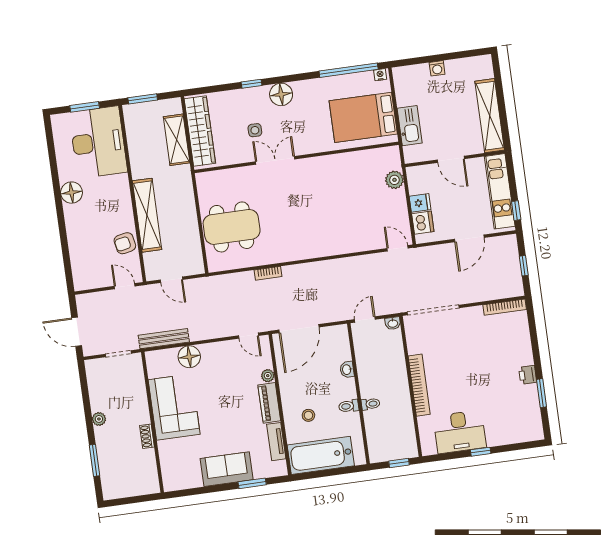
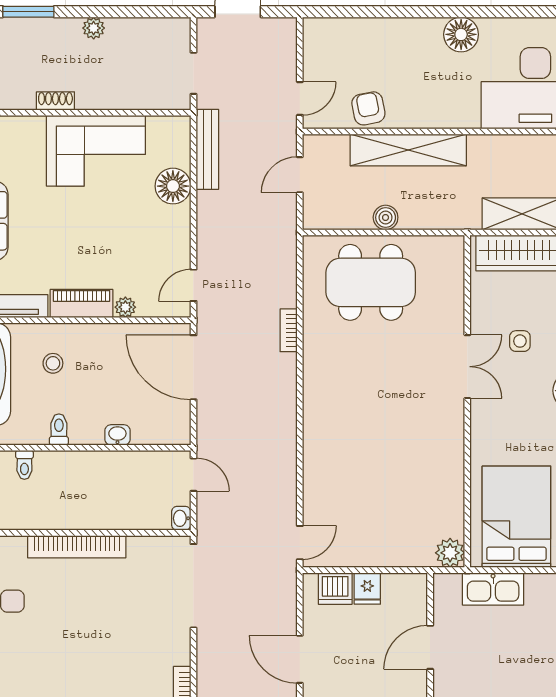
plant: (394, 180) -> (450, 553), moved
boiler: (190, 223) -> (386, 217), added
dining table: (232, 227) -> (371, 282), turned 90
toilet: (371, 404) -> (24, 465), moved

